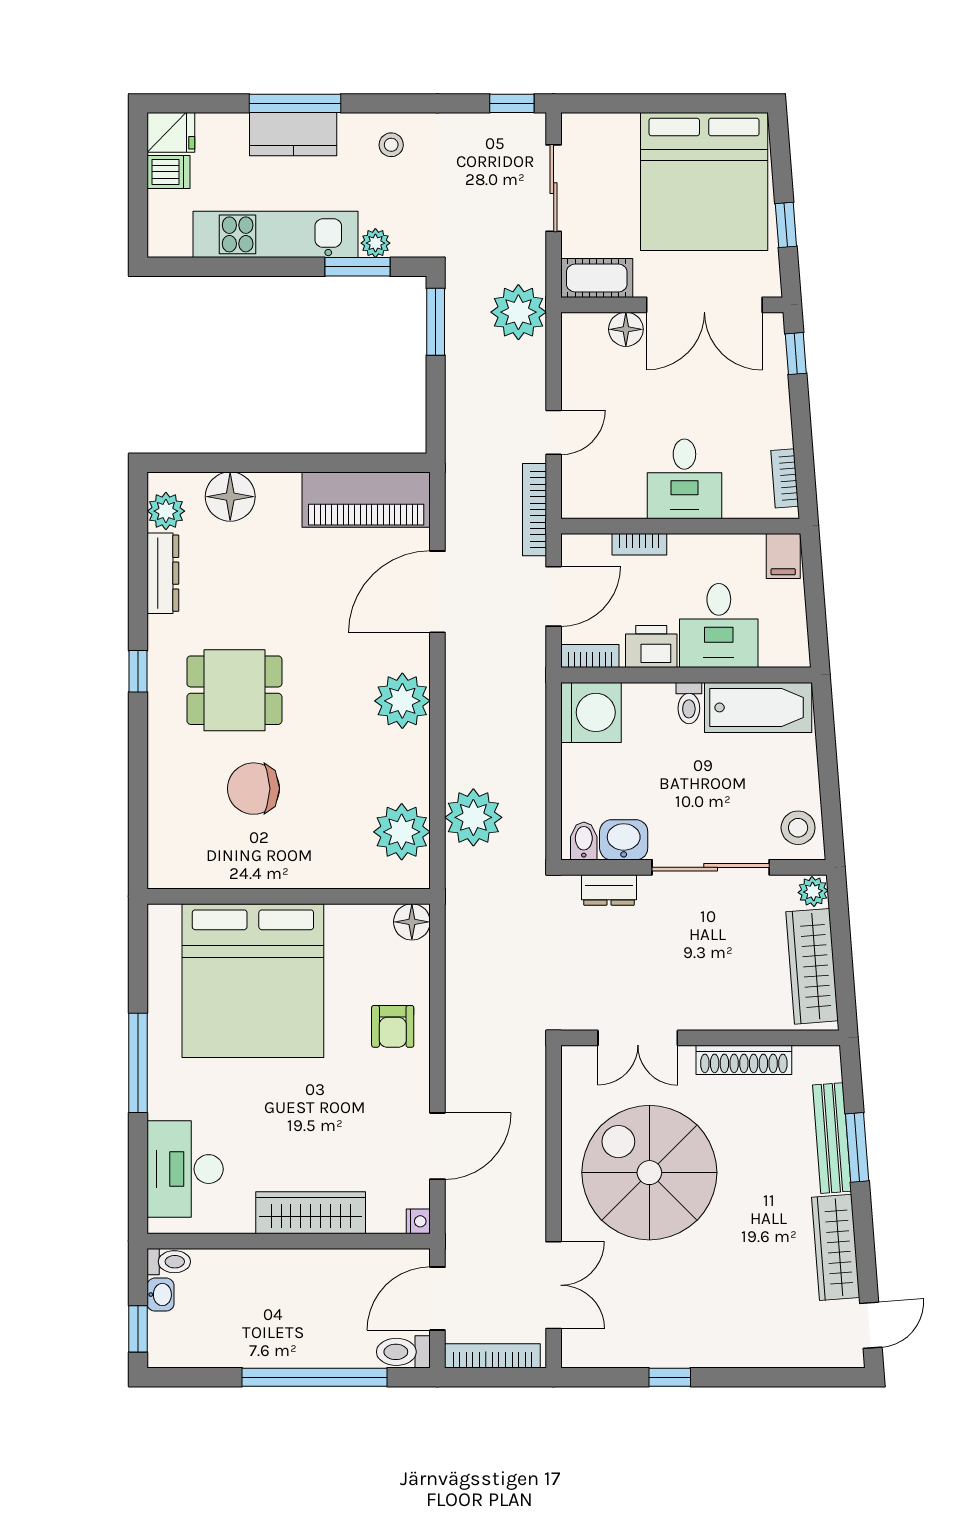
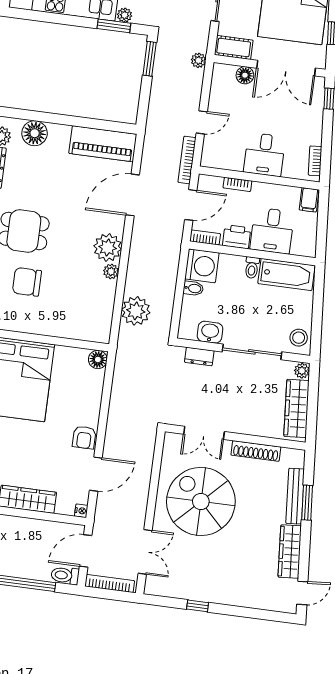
plant: (518, 312) -> (199, 60), width x0.53, depth x0.53
plant: (402, 832) -> (111, 271), moved, width x0.53, depth x0.53
bidet: (584, 841) -> (193, 288), moved, turned 90
armchair: (393, 1026) -> (84, 437), moved

